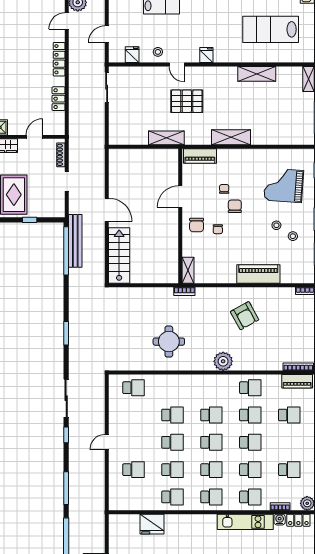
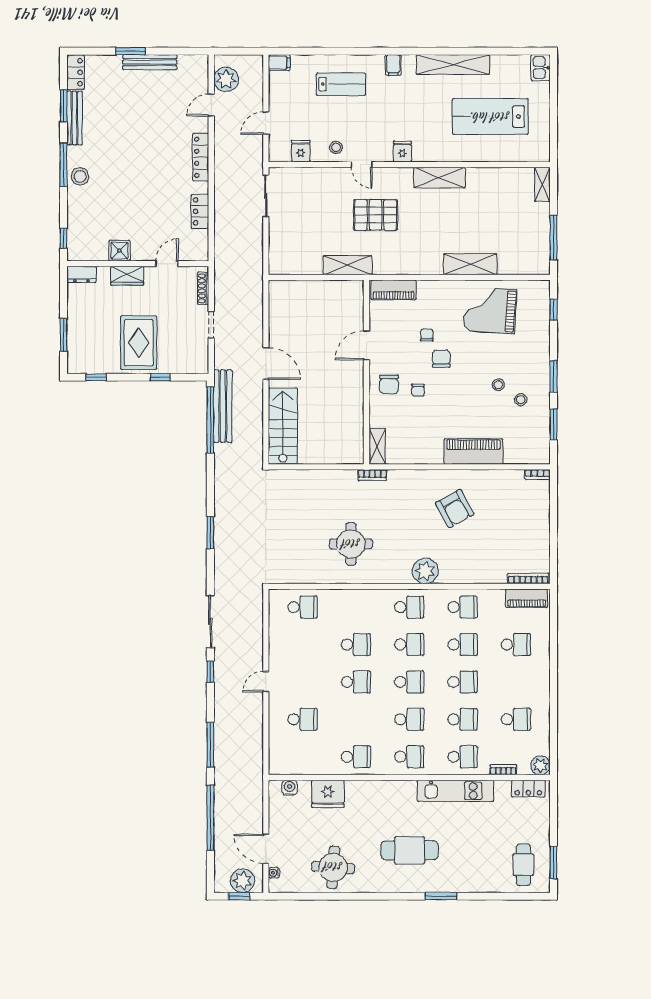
shelving: (257, 74) -> (439, 178), moved
shelving: (231, 137) -> (470, 264), moved
grand piano: (284, 185) -> (490, 310), moved
school desk: (172, 470) -> (409, 607), moved
water cooler: (280, 520) -> (290, 788), moved

